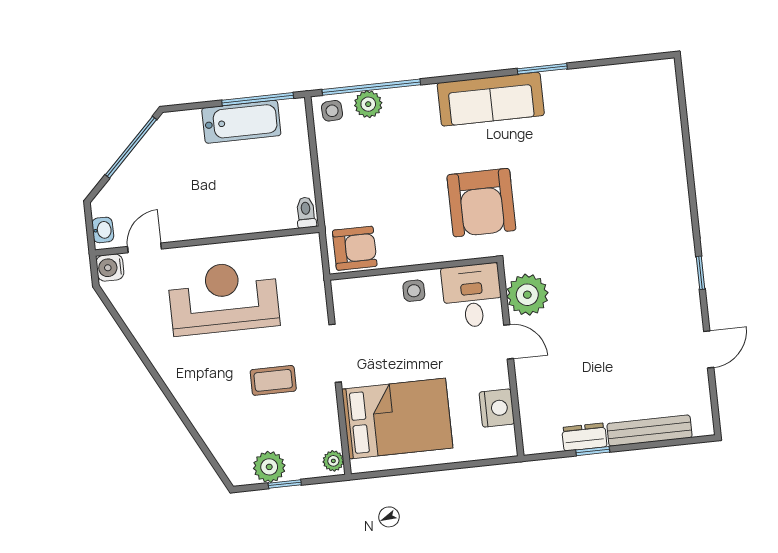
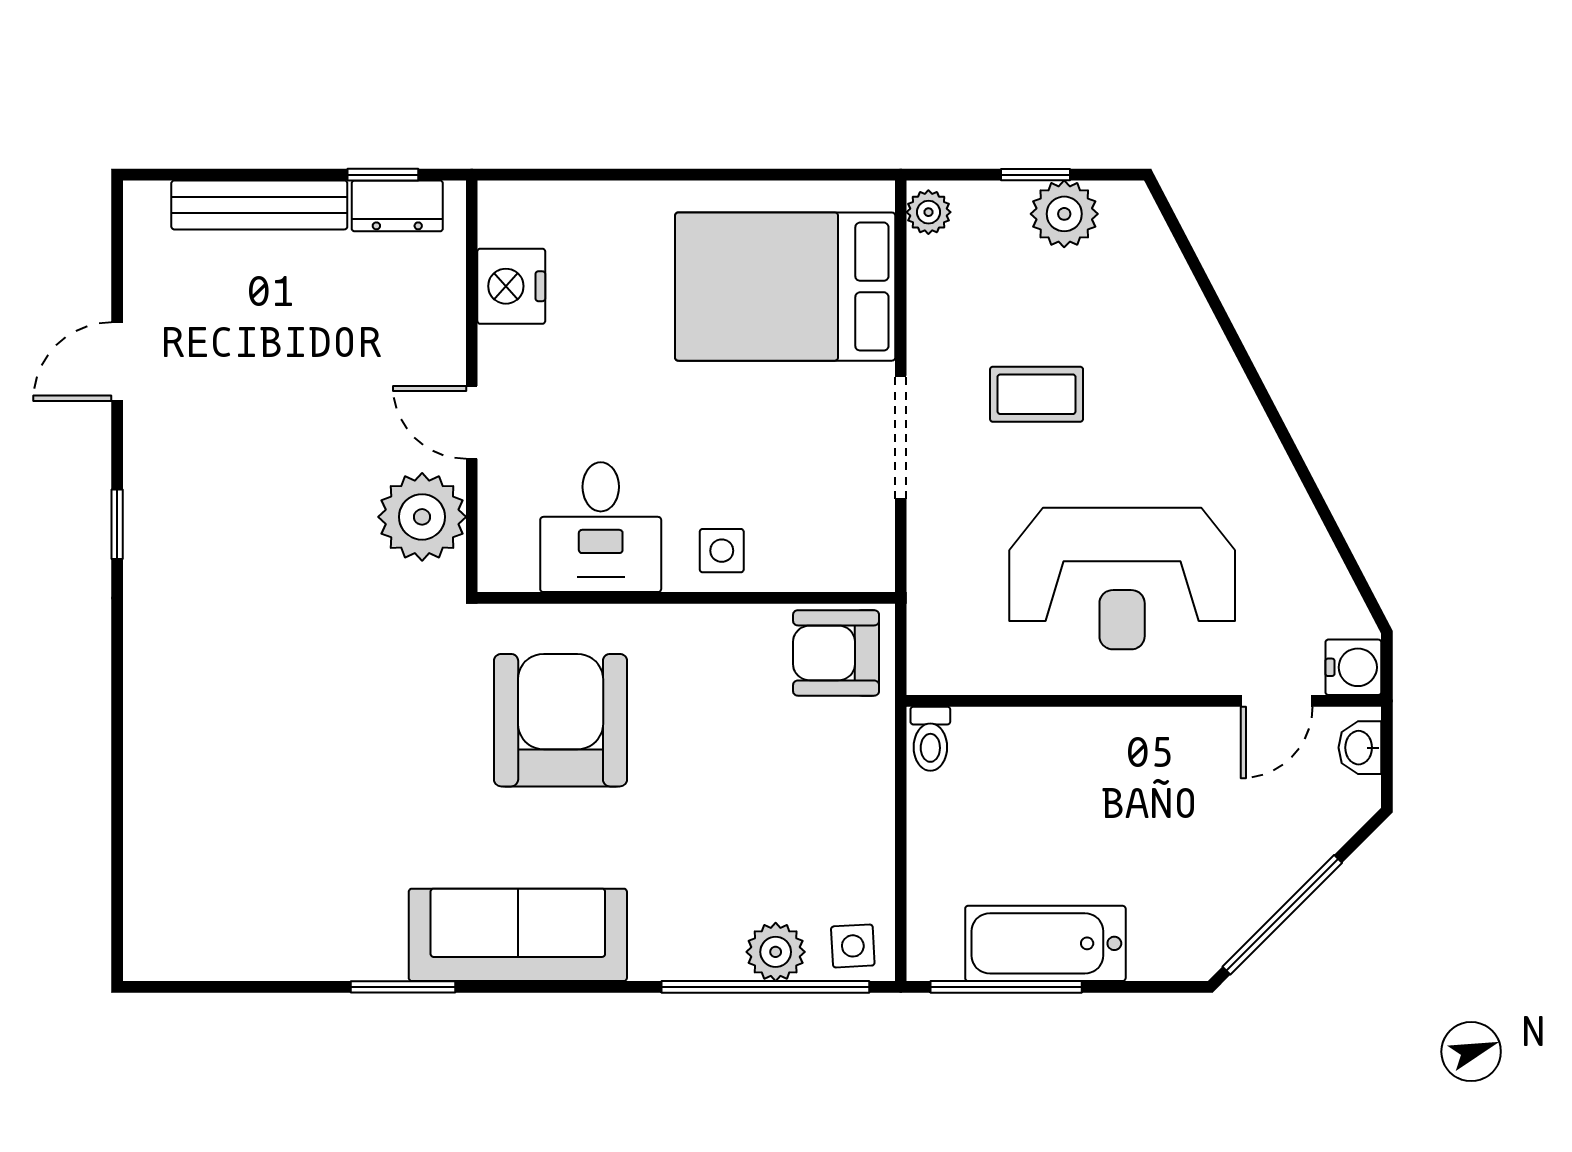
plant: (527, 295) -> (422, 517), moved
door: (509, 342) -> (472, 422), moved
wall: (510, 359) -> (472, 386), moved
nightstand: (497, 408) -> (511, 286), moved

